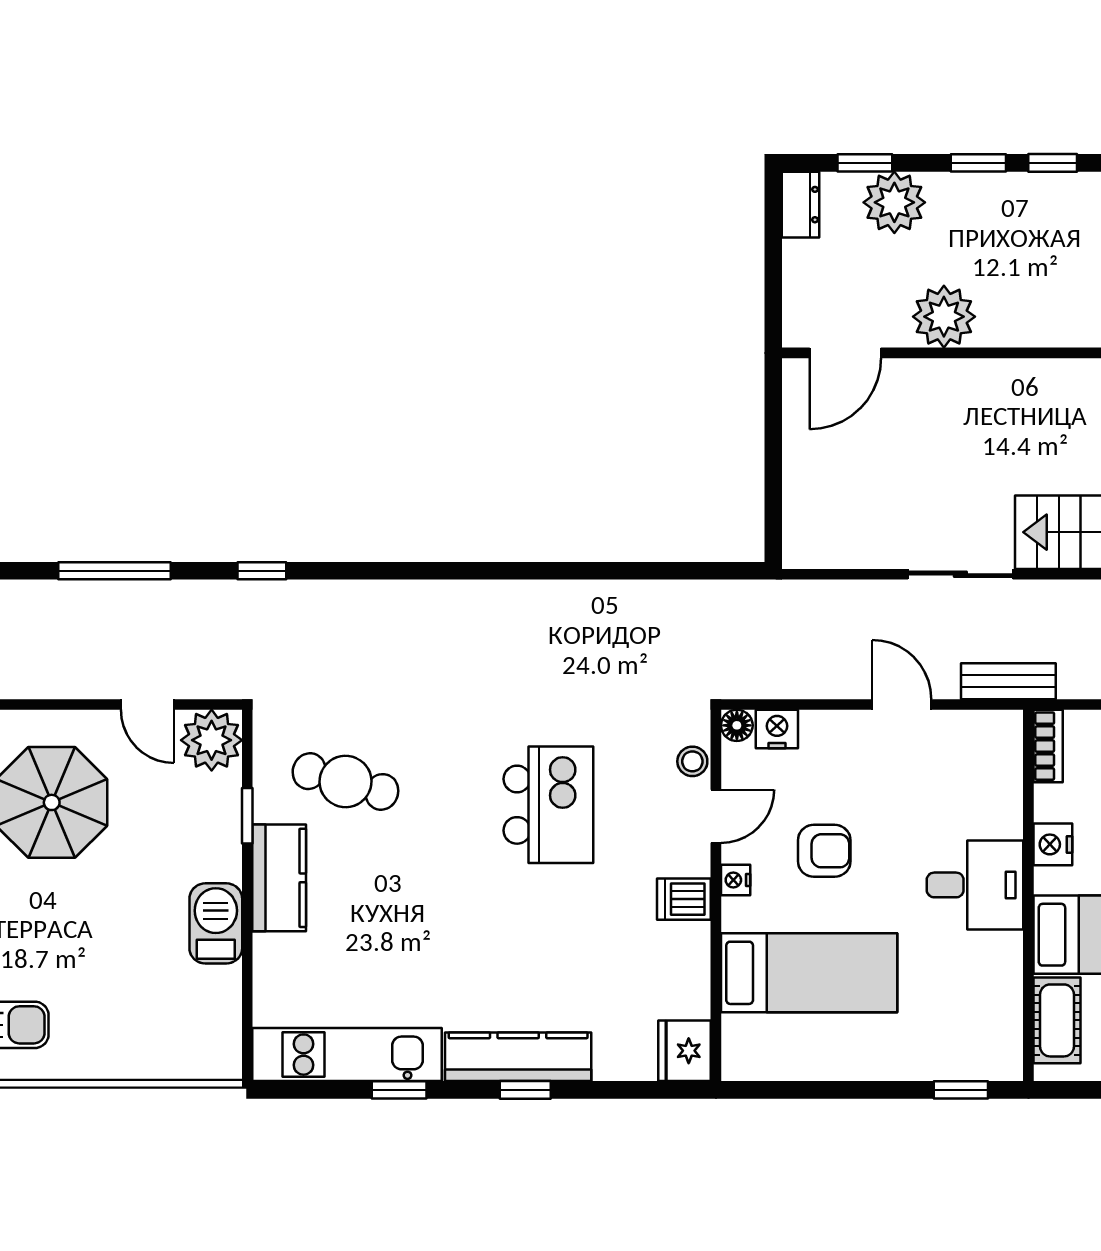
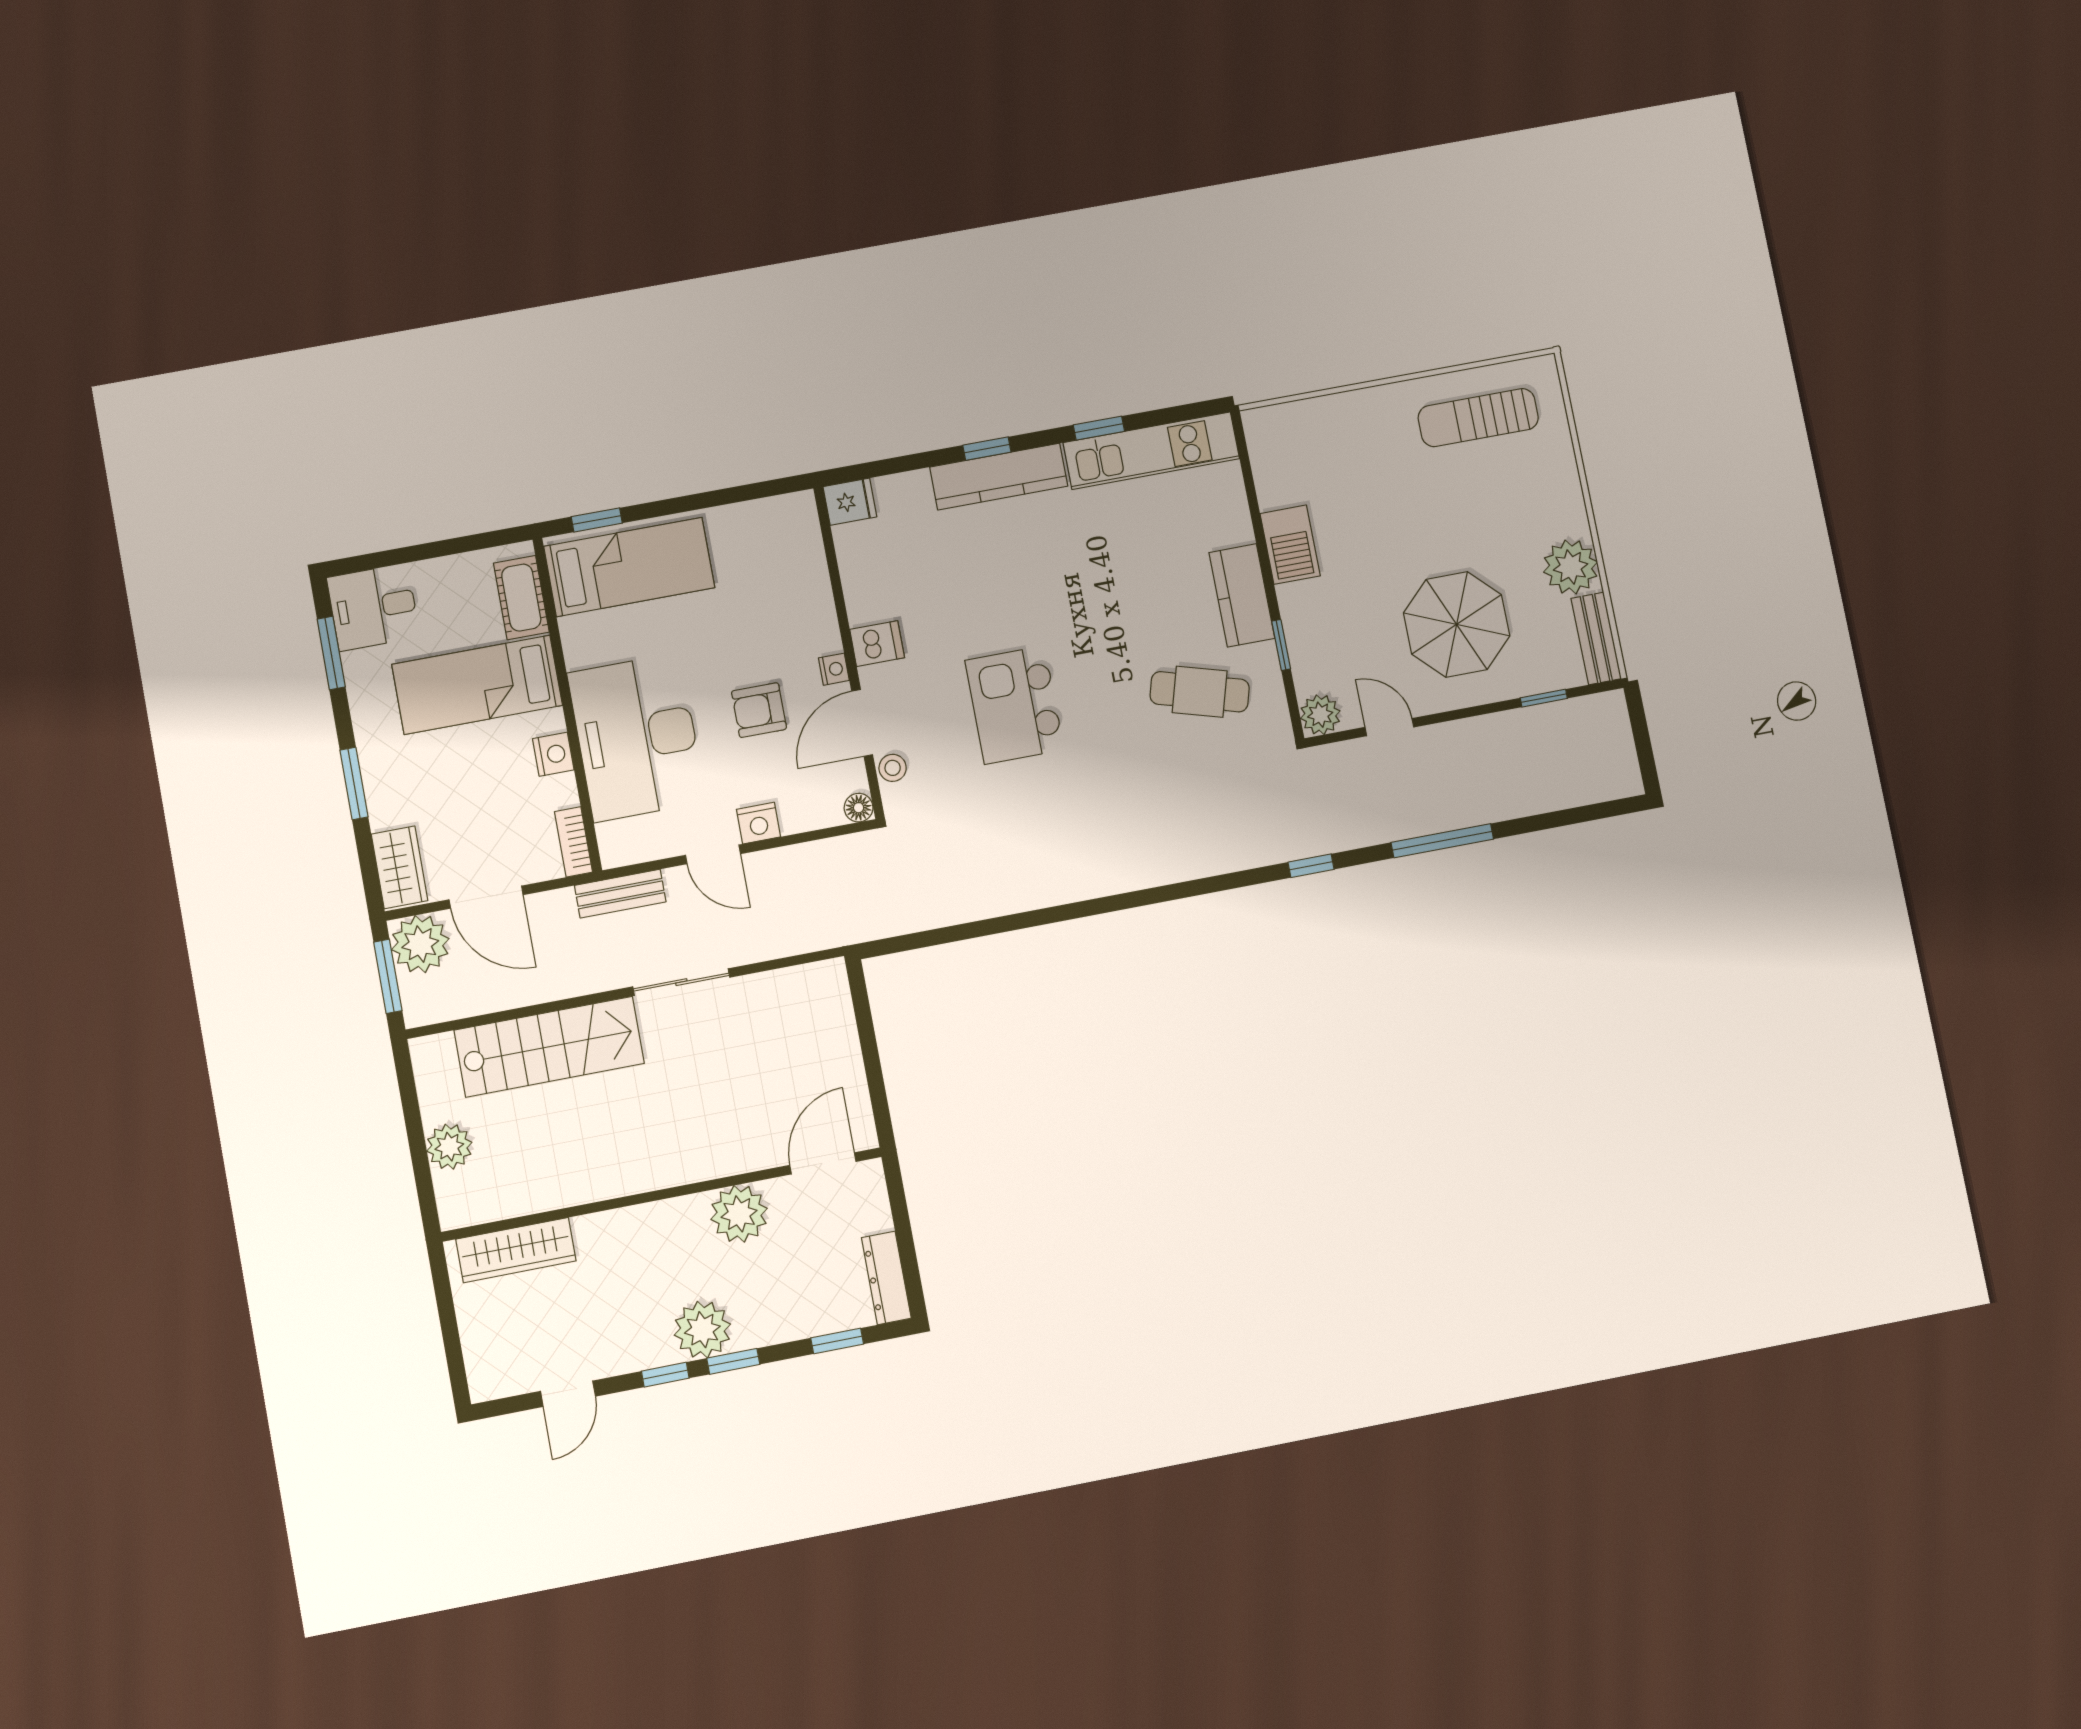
plant: (894, 202) -> (702, 1330), moved
dresser: (800, 205) -> (886, 1278), width x1.44
nightstand: (777, 729) -> (758, 823), moved
plant: (212, 740) -> (1320, 715), width x0.73, depth x0.73
door: (716, 816) -> (862, 723), width x1.38
desk: (975, 885) -> (637, 737), width x1.87, depth x1.30
bed: (809, 973) -> (629, 567), moved, turned 180
fridge: (685, 1051) -> (850, 502), width x0.72

